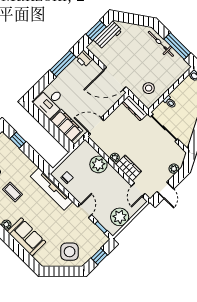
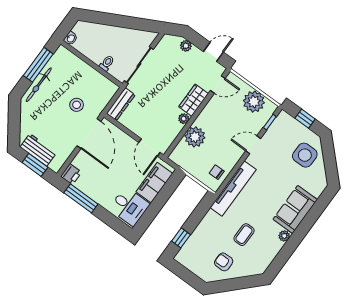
stool: (149, 88) -> (77, 105), moved
side table: (70, 252) -> (305, 155), turned 45

